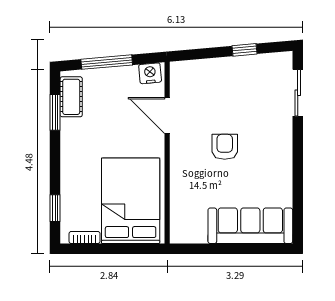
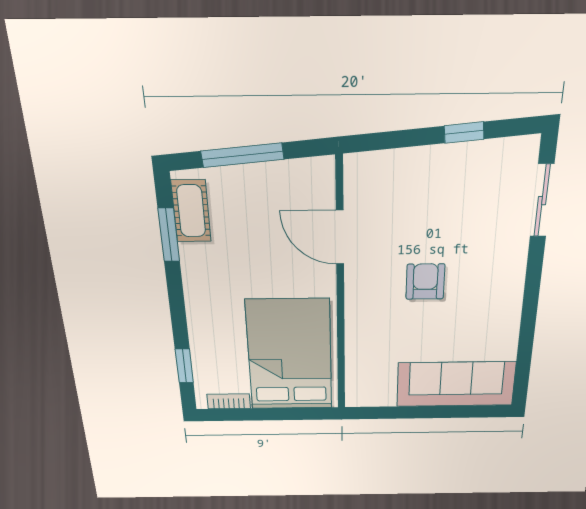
nightstand: (150, 73) -> (312, 173), removed

